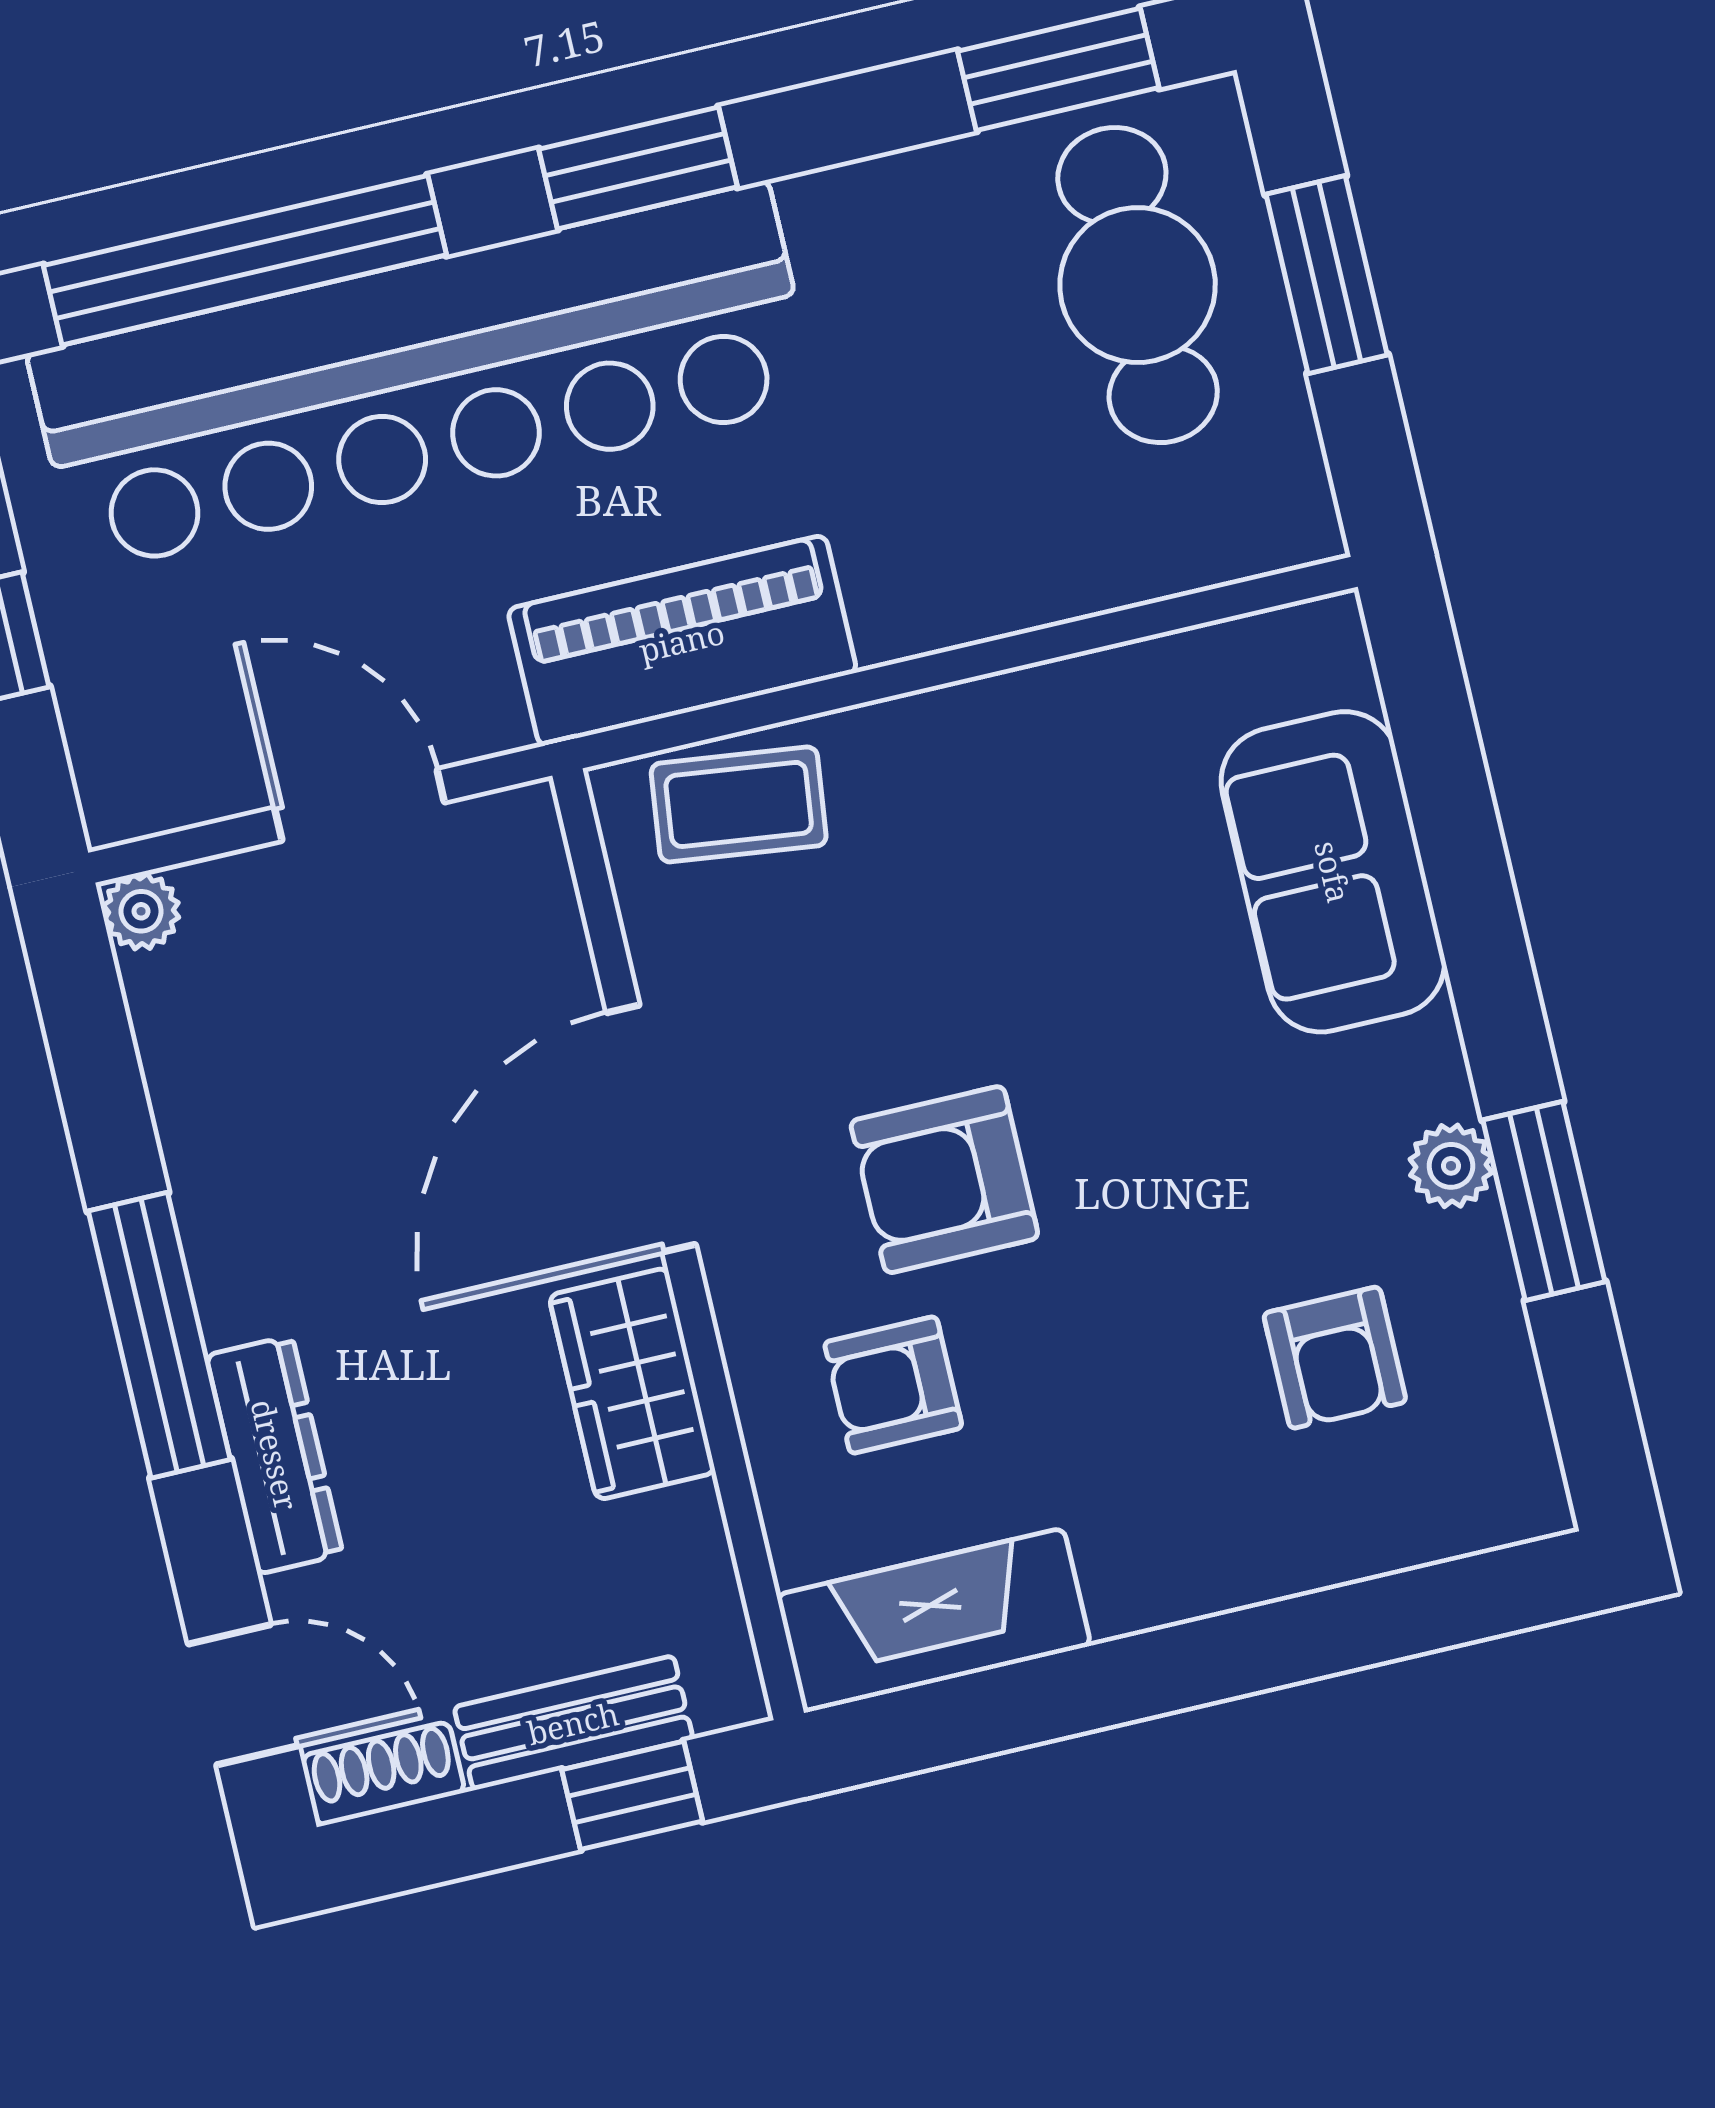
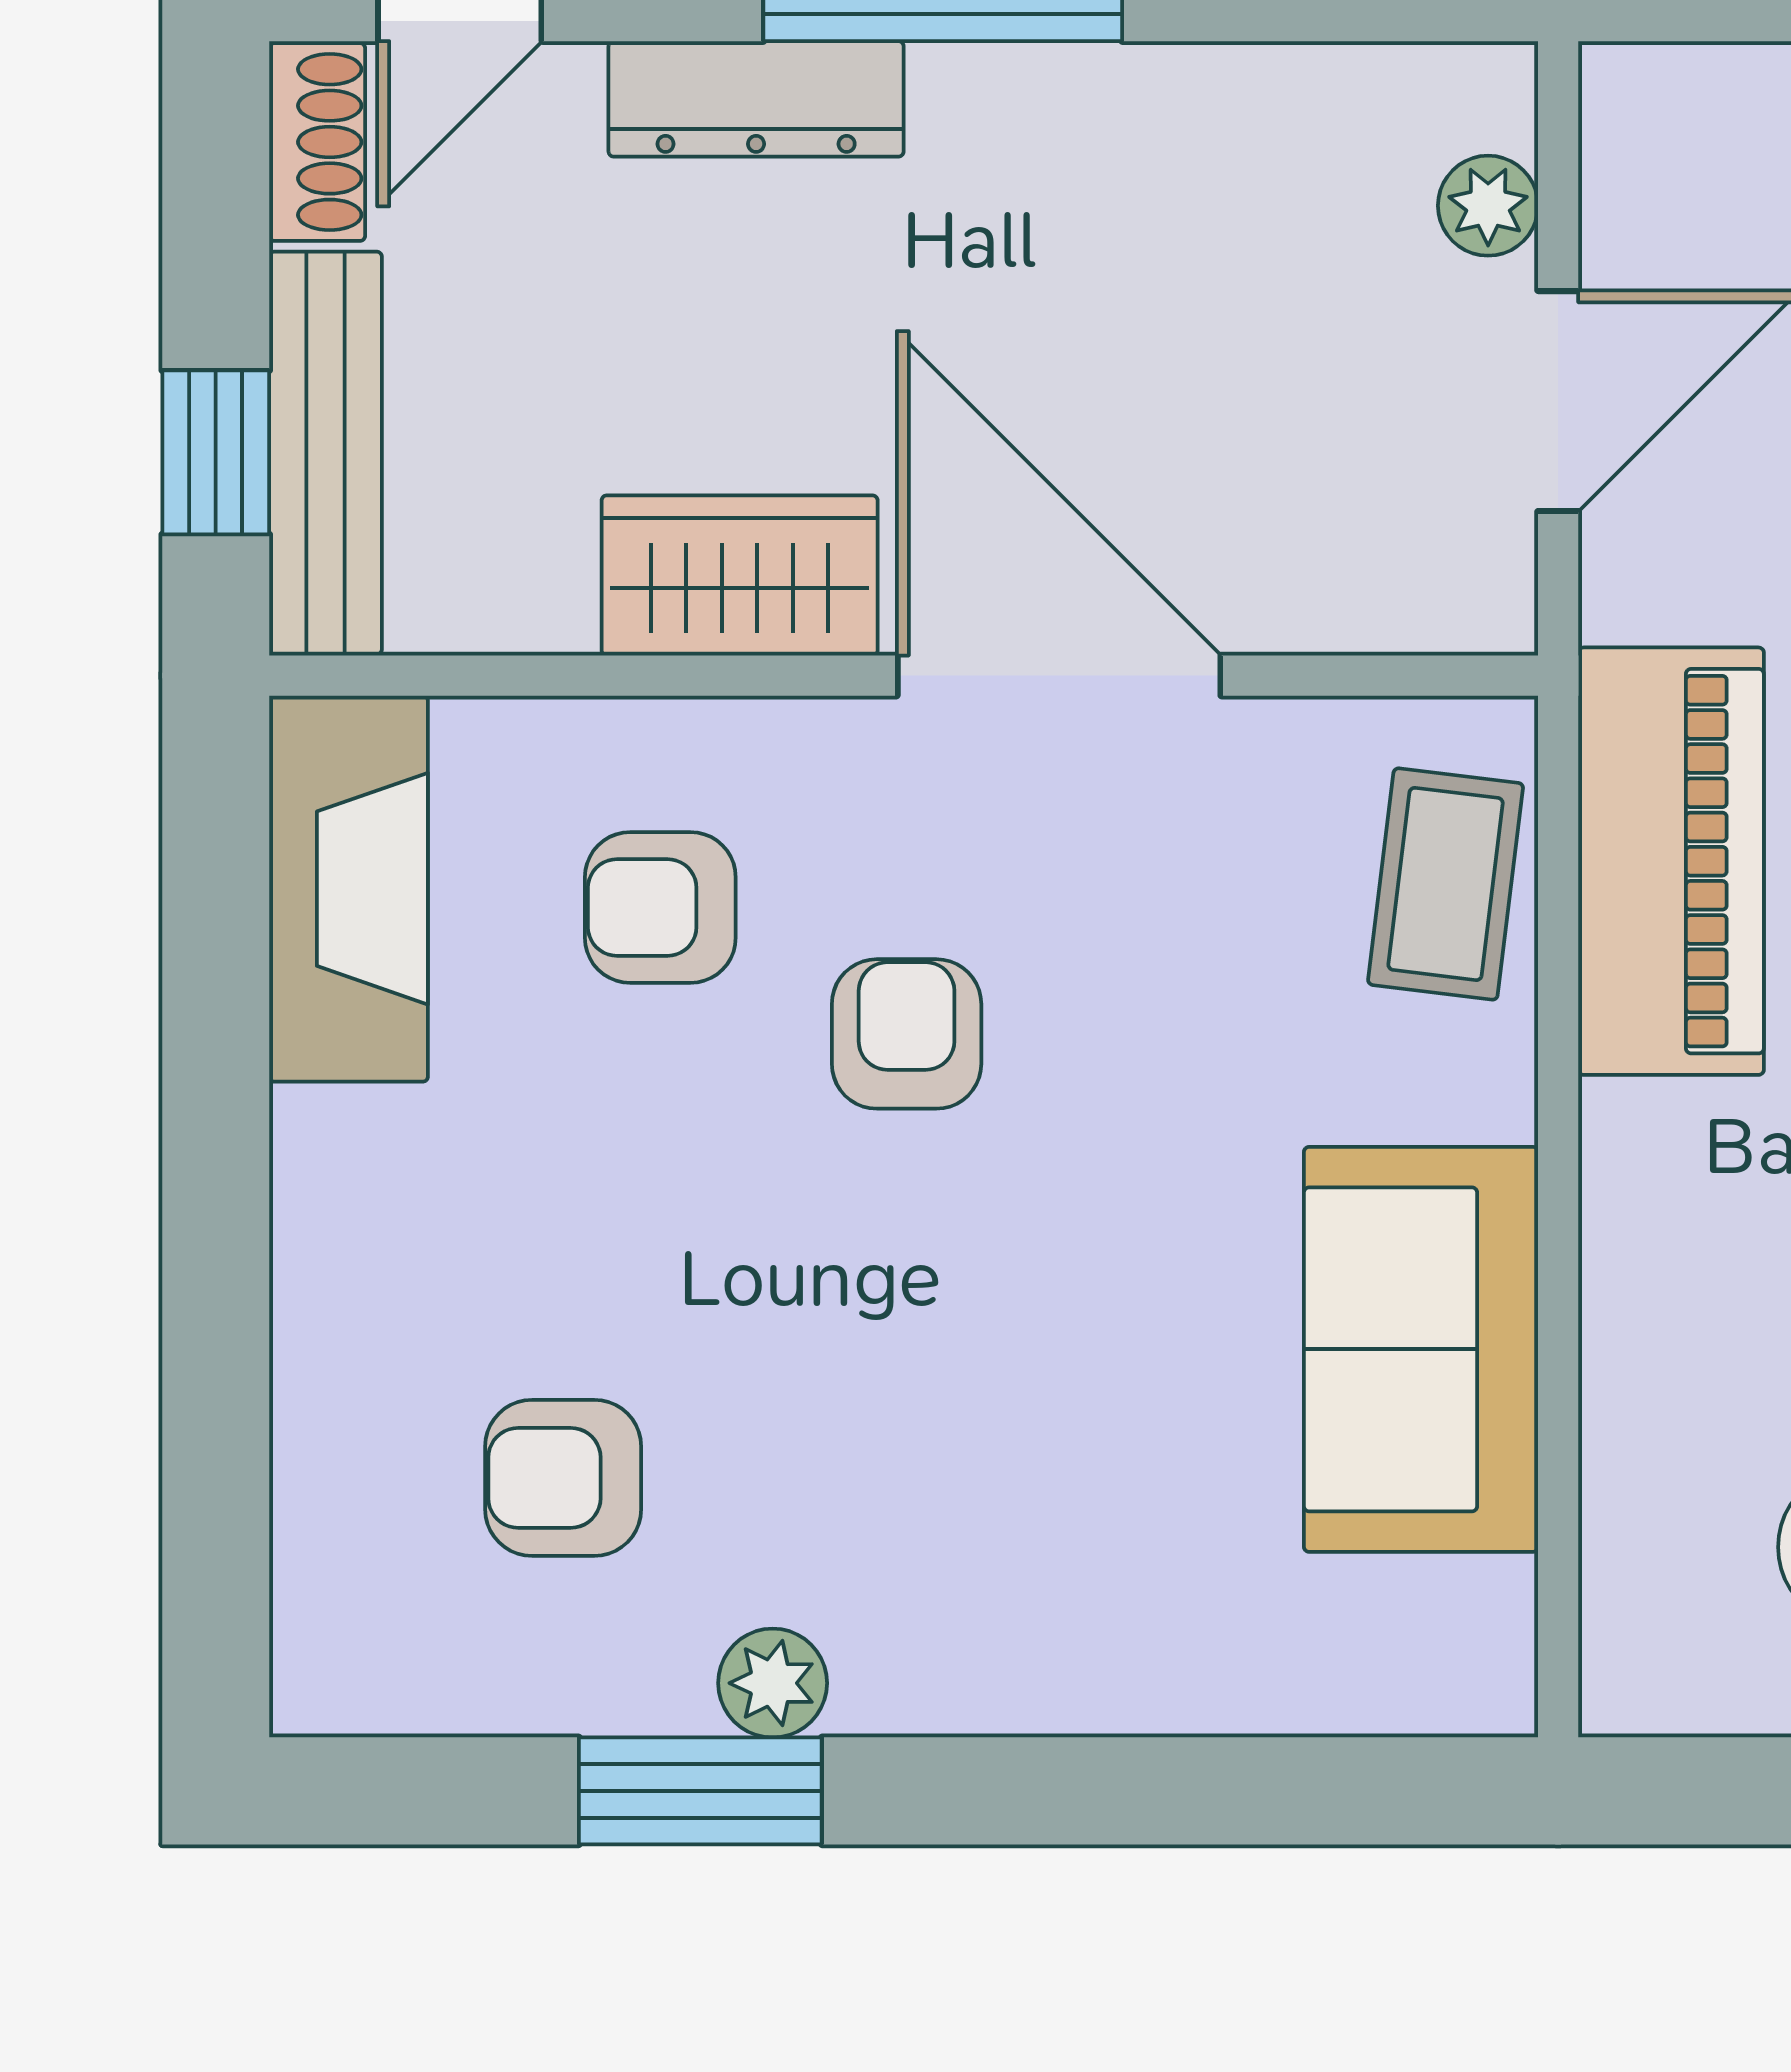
sofa: (1333, 872) -> (1421, 1349), moved, turned -90
plant: (141, 911) -> (1488, 206), moved
armchair: (944, 1180) -> (907, 1034), width x0.72, depth x0.72
armchair: (893, 1385) -> (660, 907), turned -90
bench: (573, 1723) -> (326, 453), width x1.36

